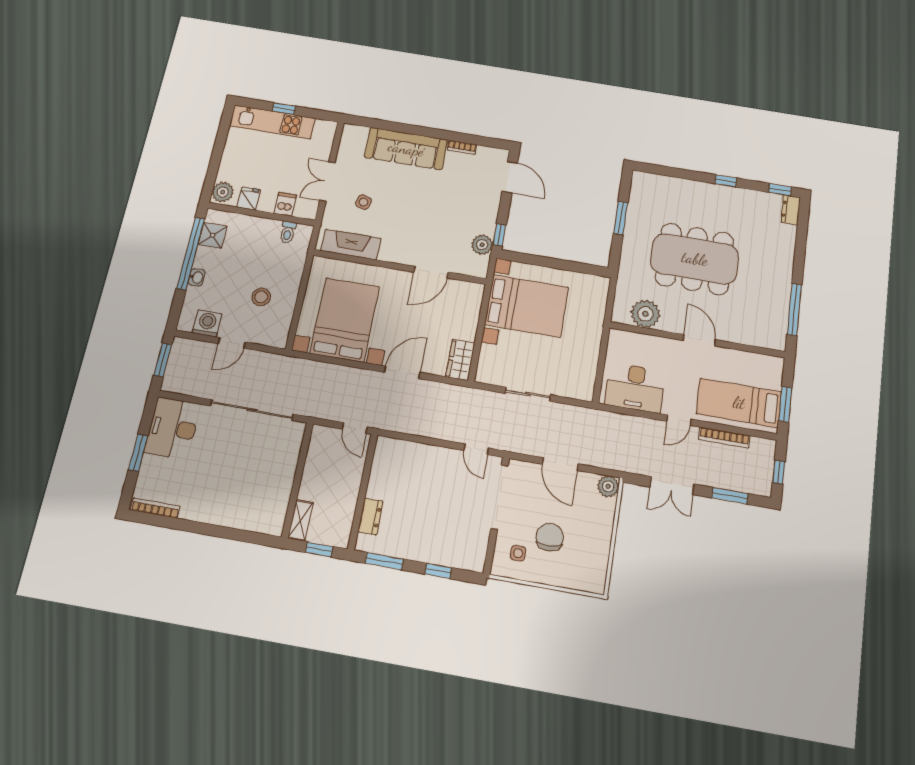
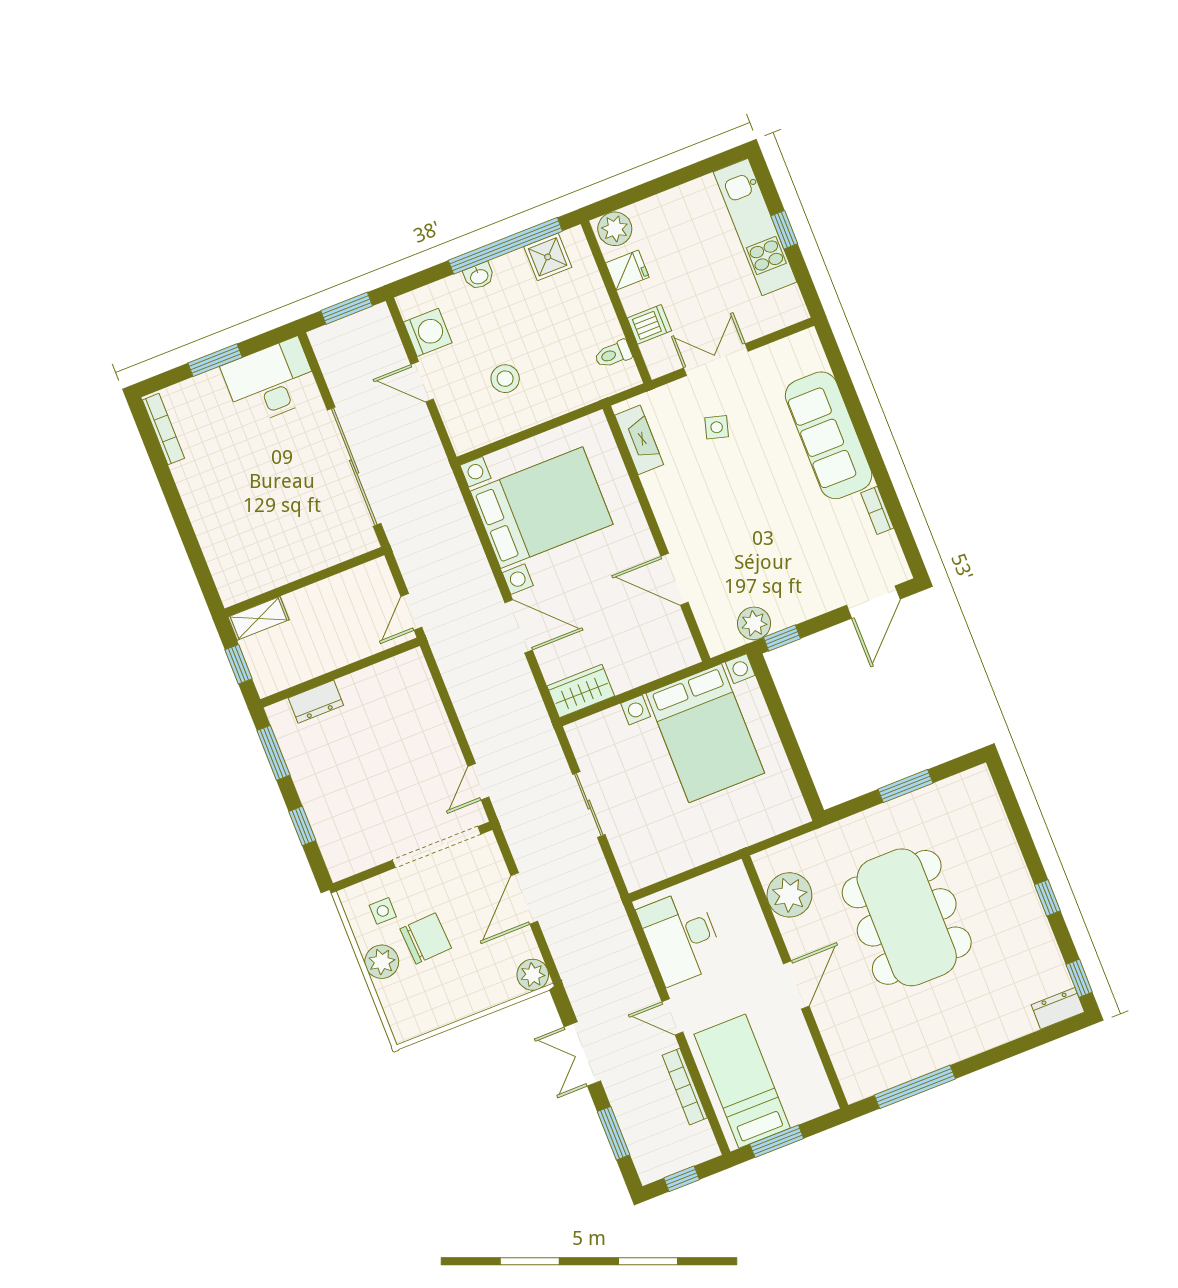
fireplace: (351, 245) -> (639, 440), width x0.73, depth x0.76
plant: (548, 573) -> (382, 962), added

